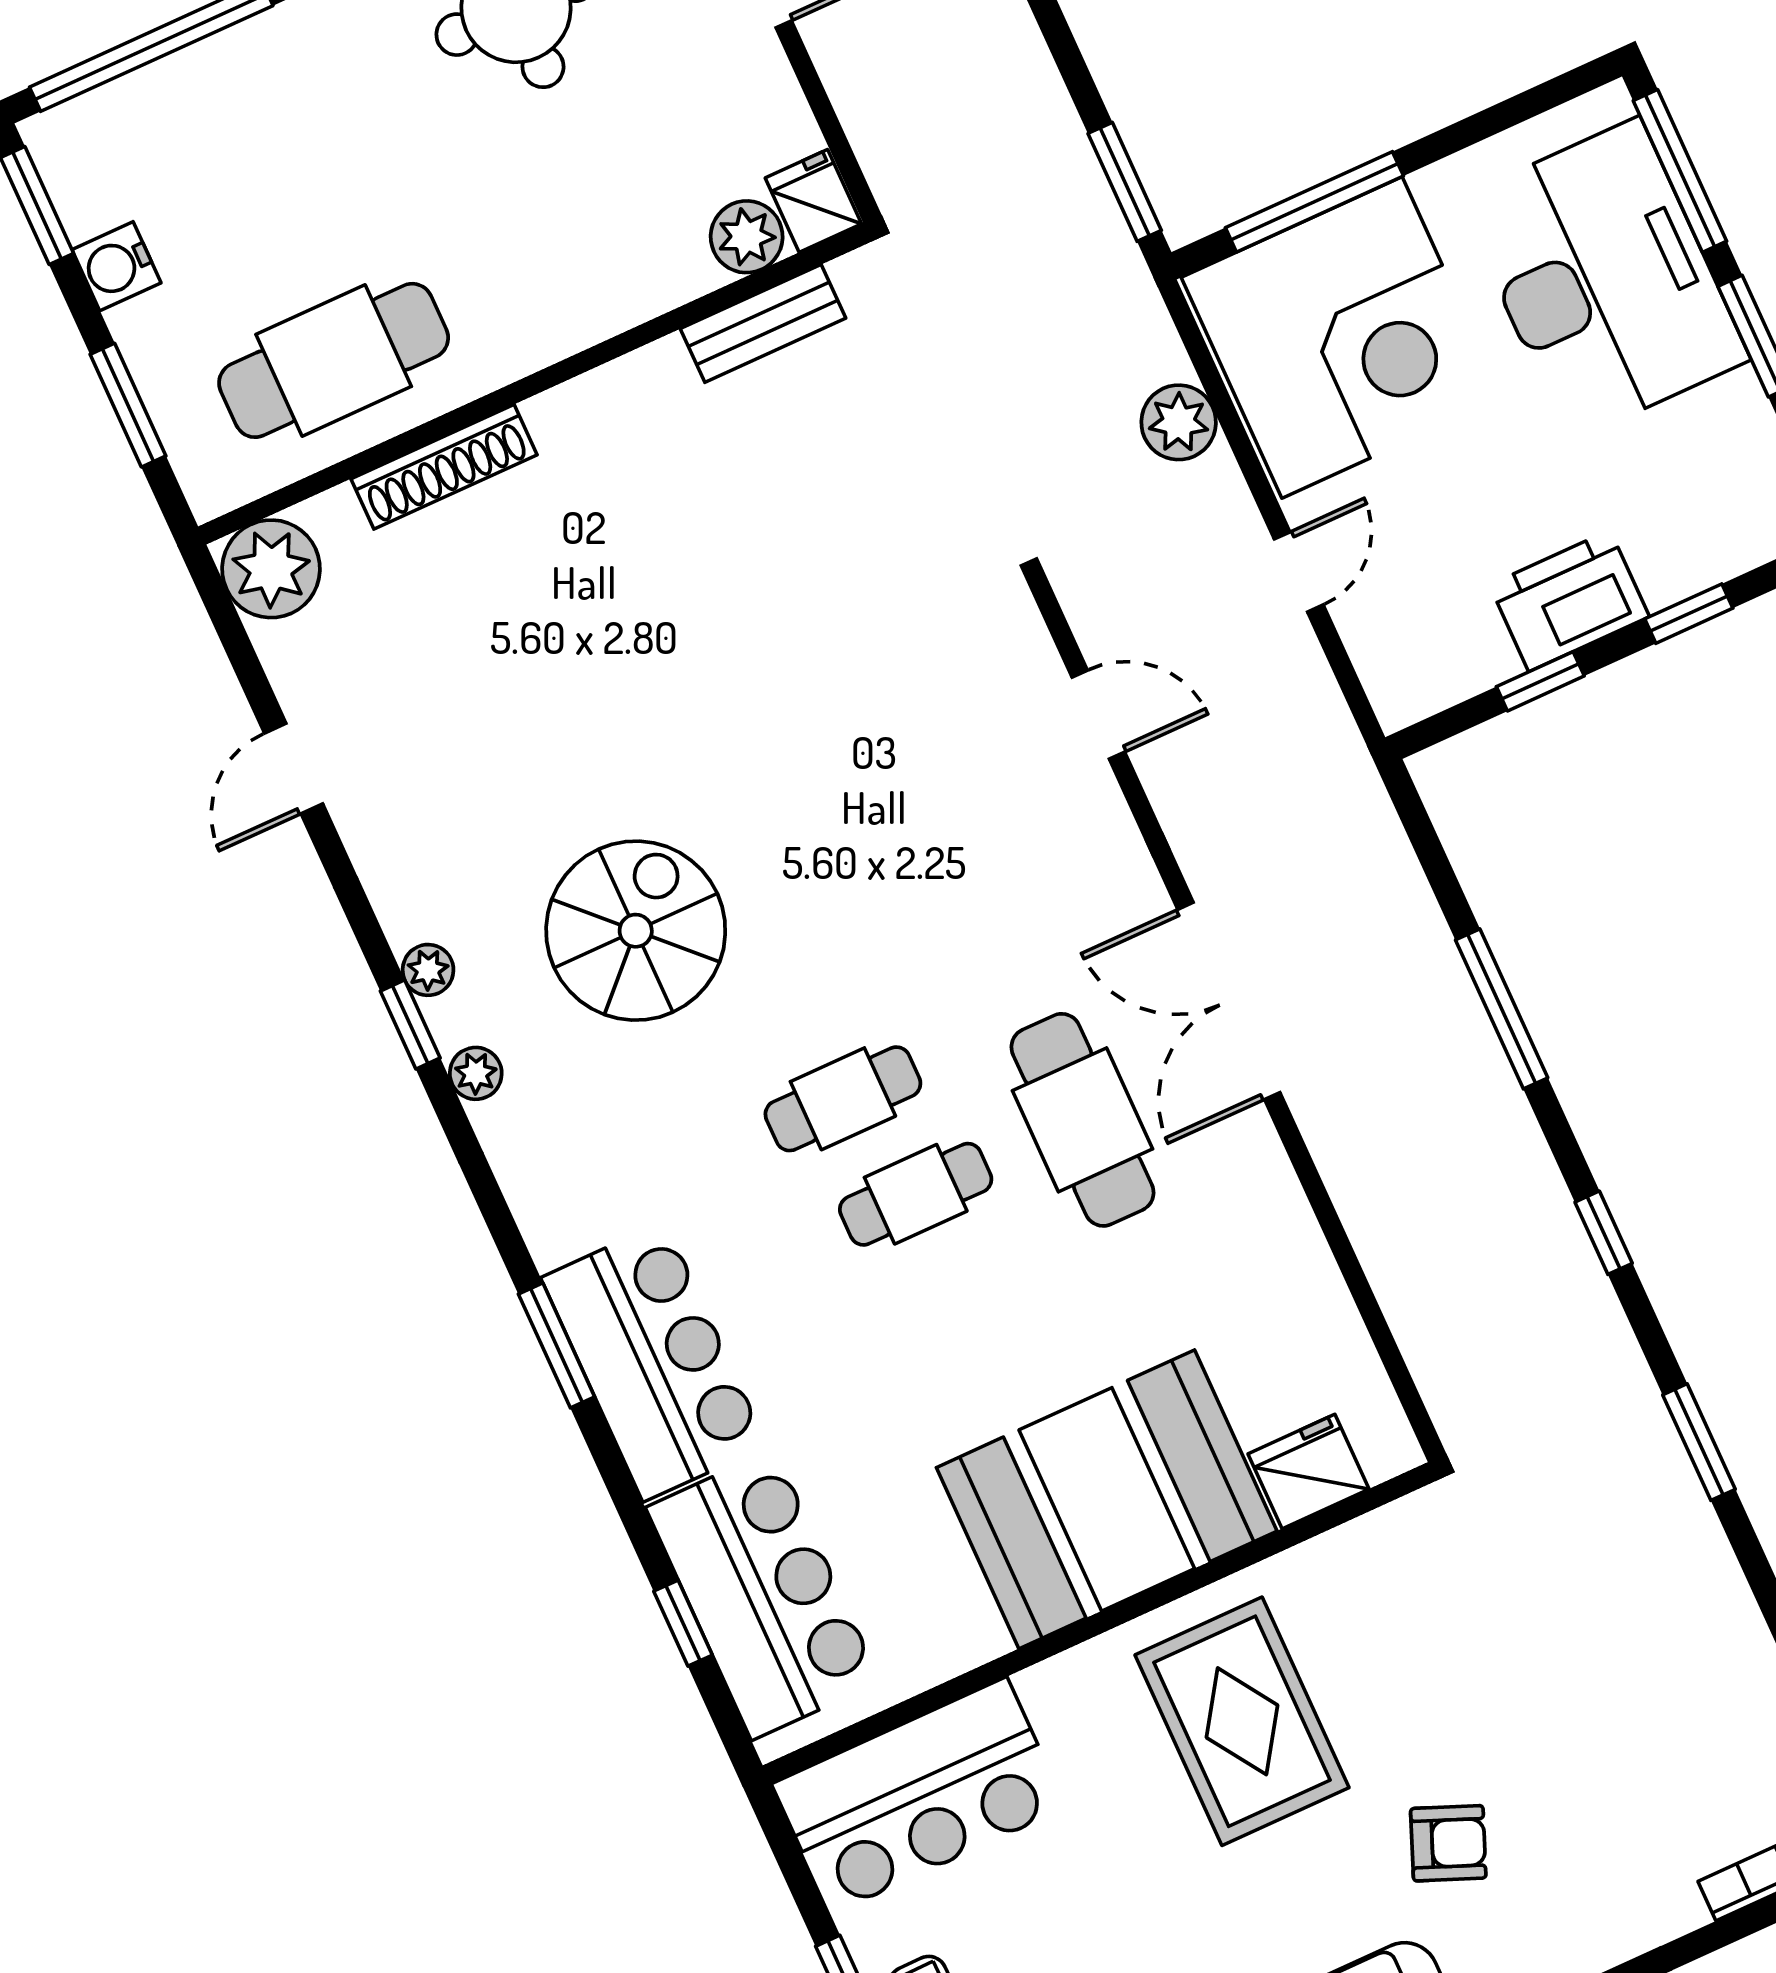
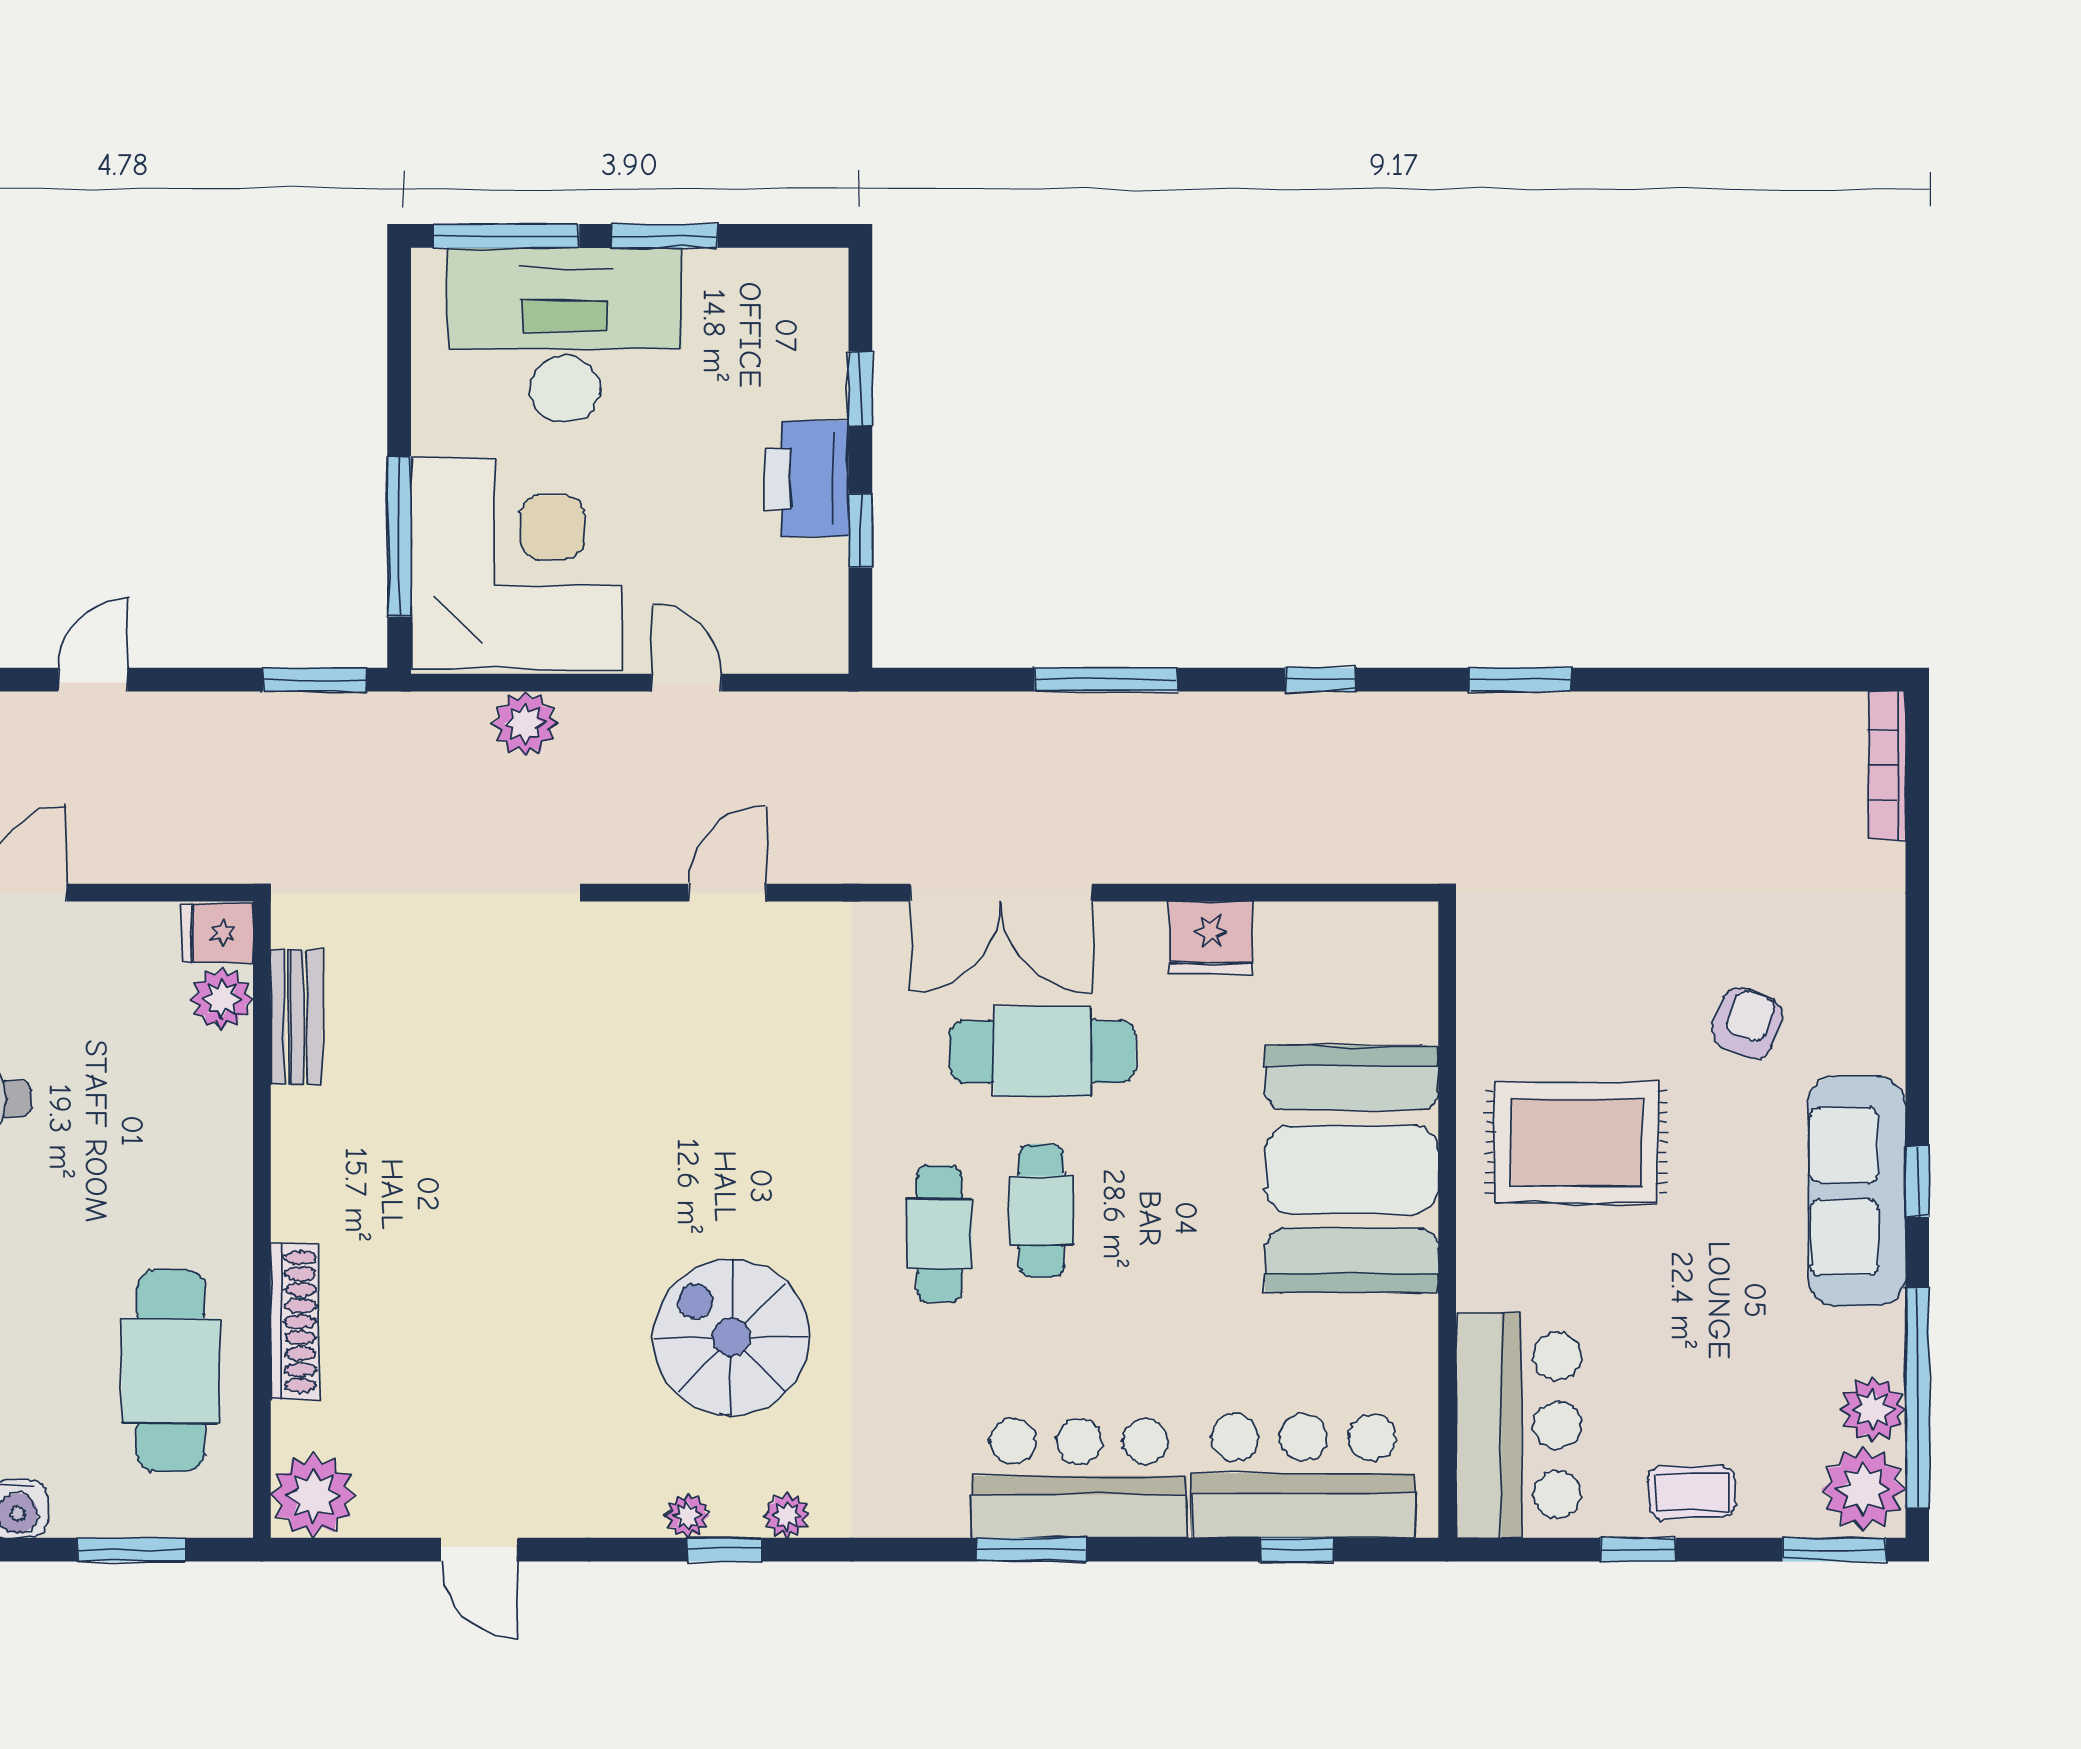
fridge: (1308, 1472) -> (1211, 937), moved, turned -90

